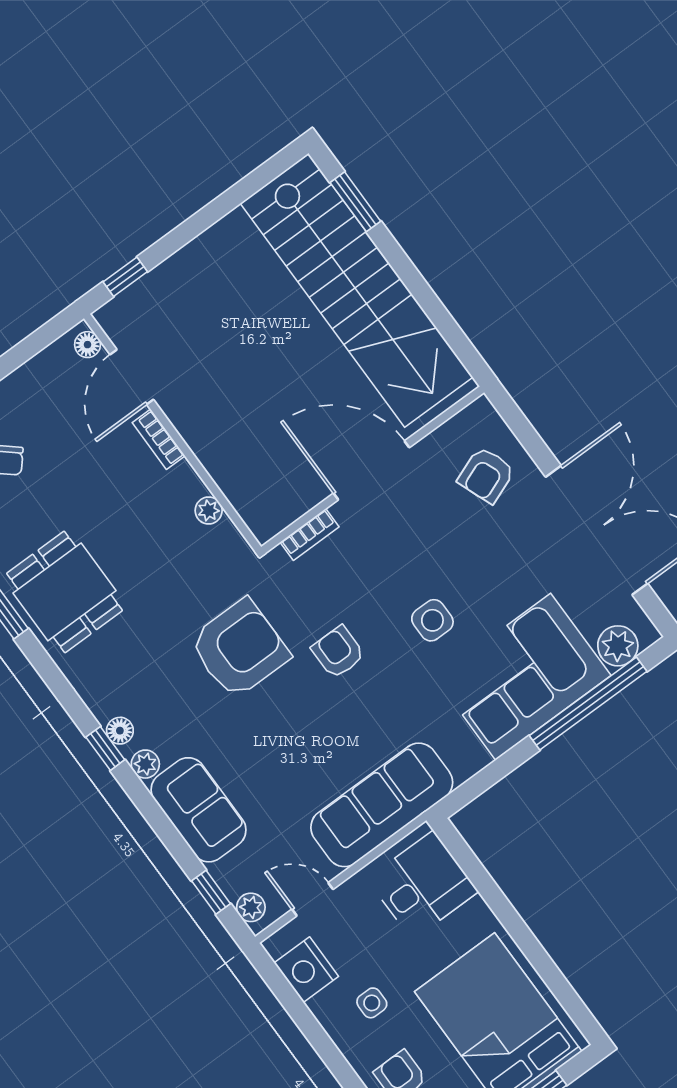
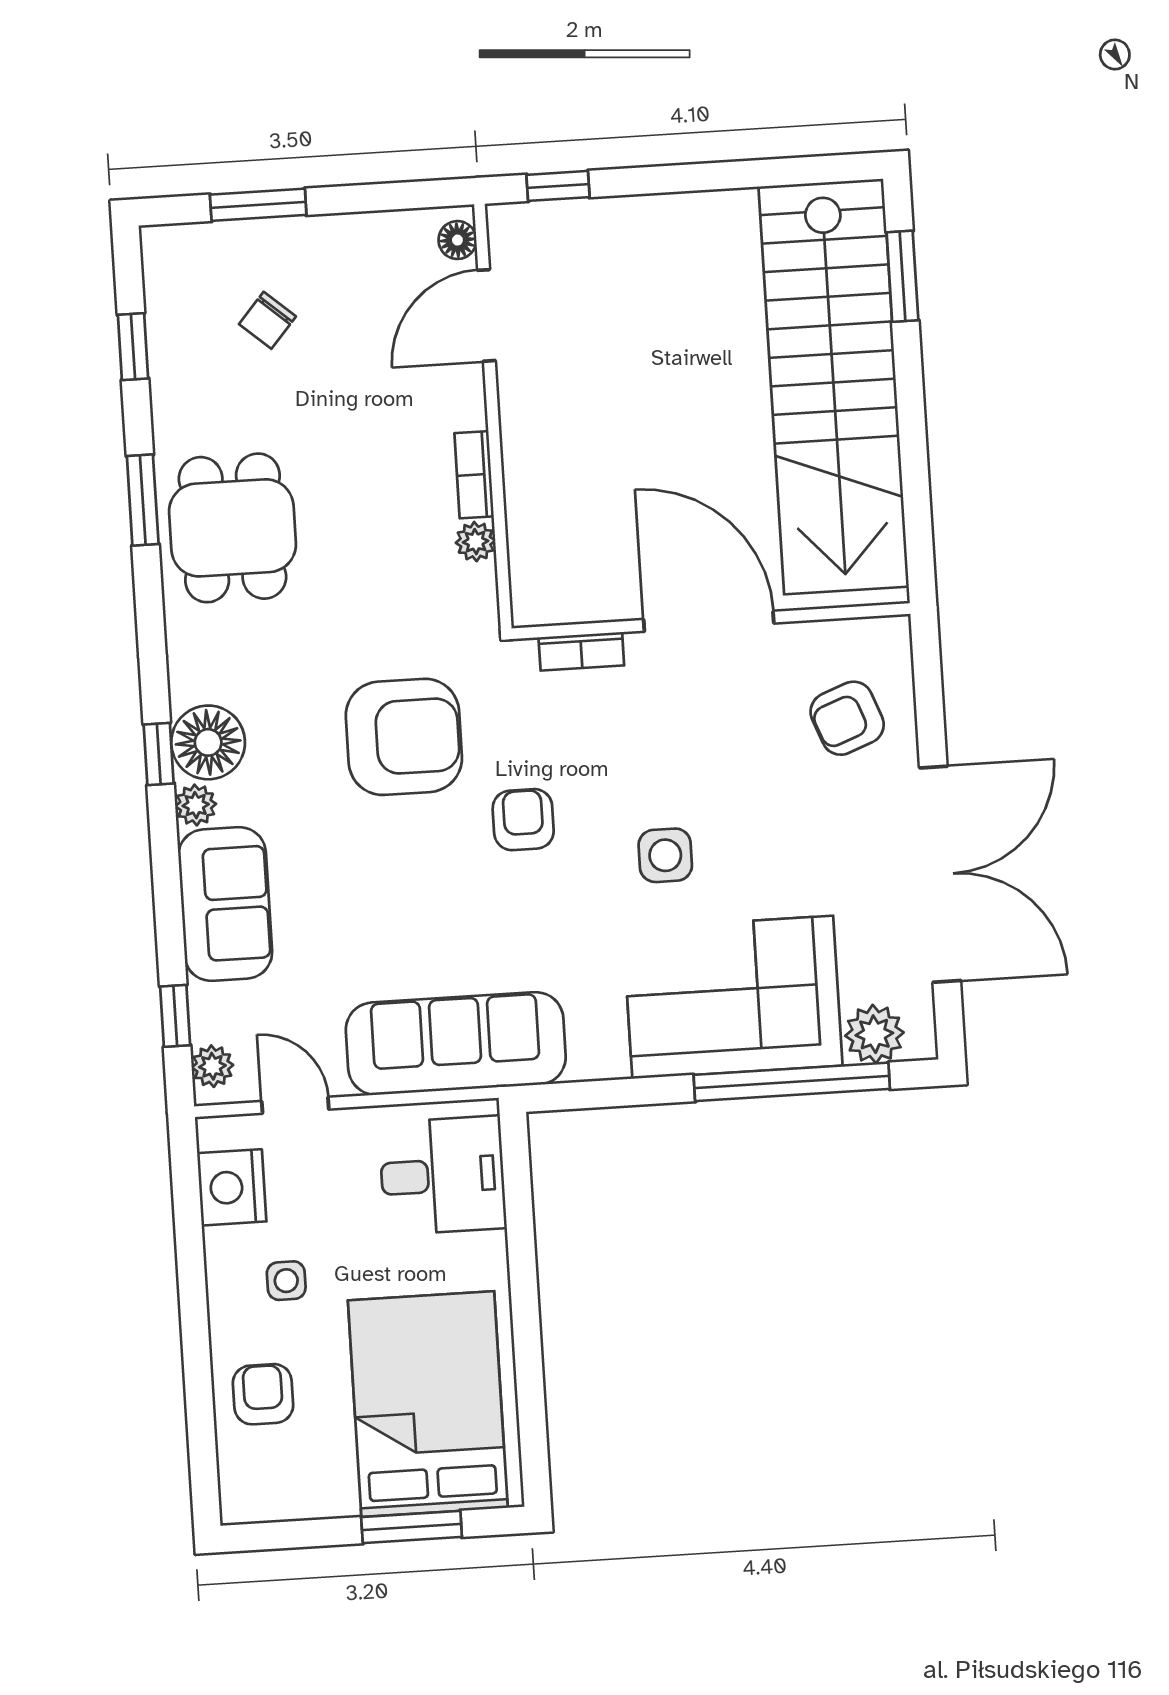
bookcase: (159, 439) -> (474, 475), moved
floor lamp: (120, 731) -> (208, 742), width x1.89, depth x1.89

